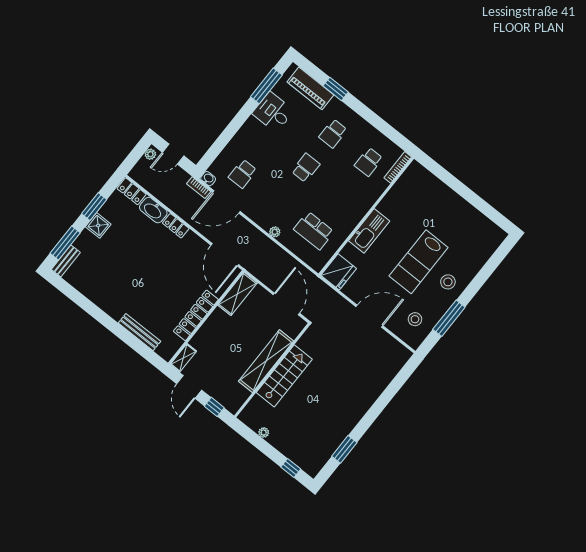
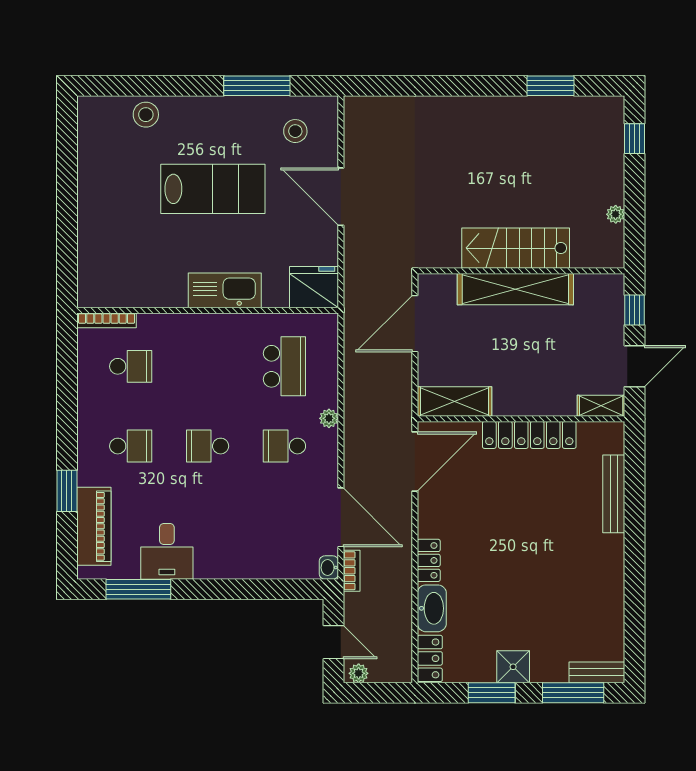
school desk: (243, 174) -> (284, 446), moved, turned 180
stool: (448, 282) -> (146, 115), moved

